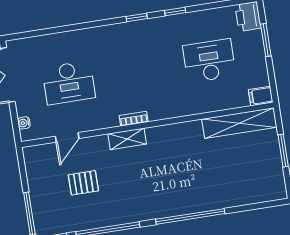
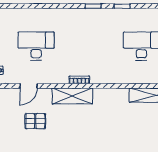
desk: (69, 83) -> (36, 46), turned 180
shelving: (127, 139) -> (72, 96), width x1.50, depth x1.33

